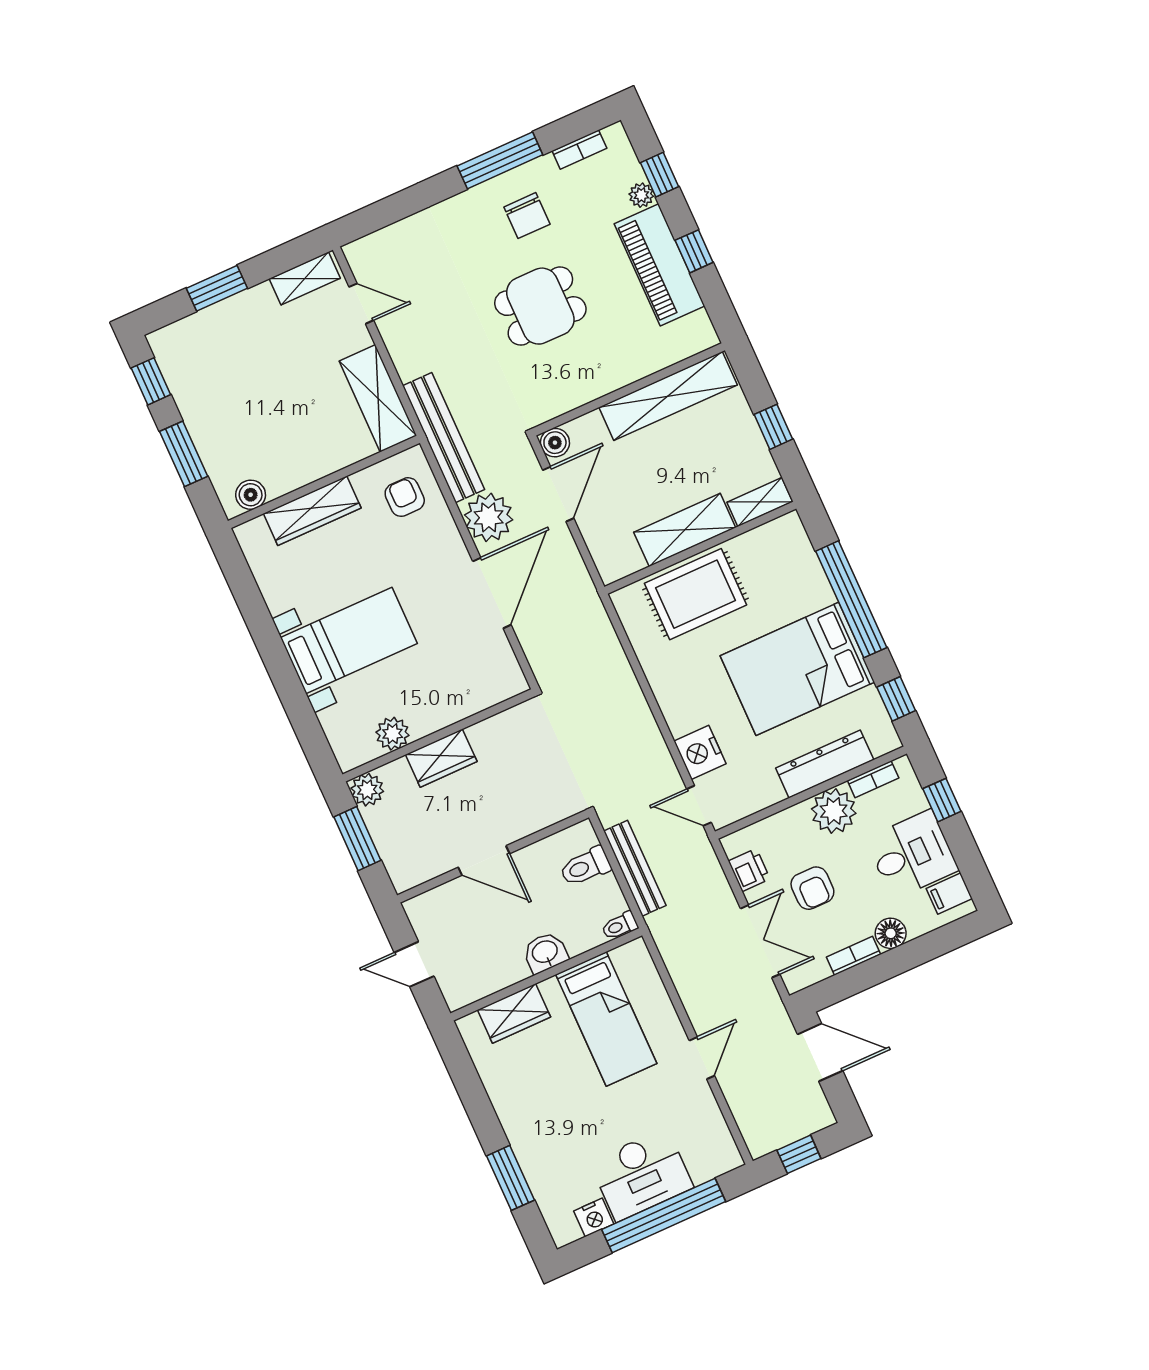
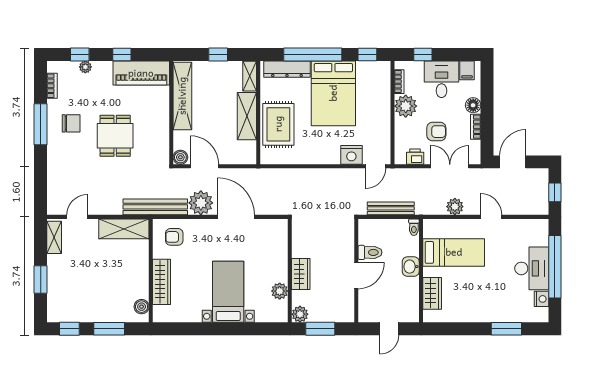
piano: (660, 265) -> (141, 73), moved
dresser: (825, 764) -> (287, 69), moved, turned -90
toilet: (585, 867) -> (370, 252), moved, turned -90
plant: (691, 983) -> (455, 207), added

